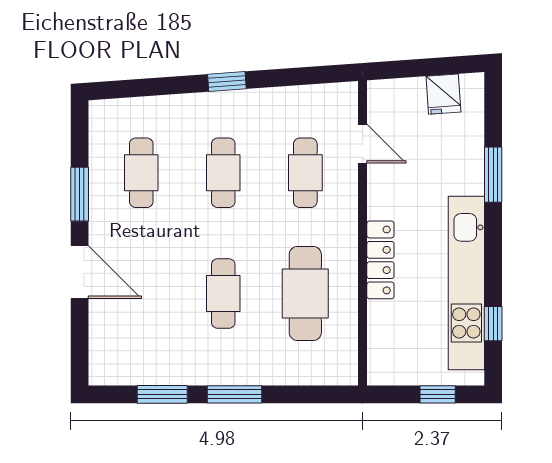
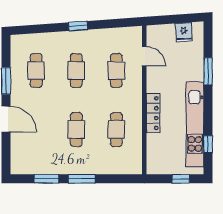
cafe table: (305, 293) -> (116, 129), width x0.73, depth x0.74

